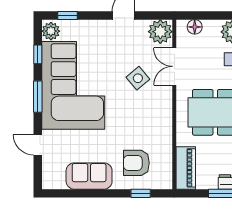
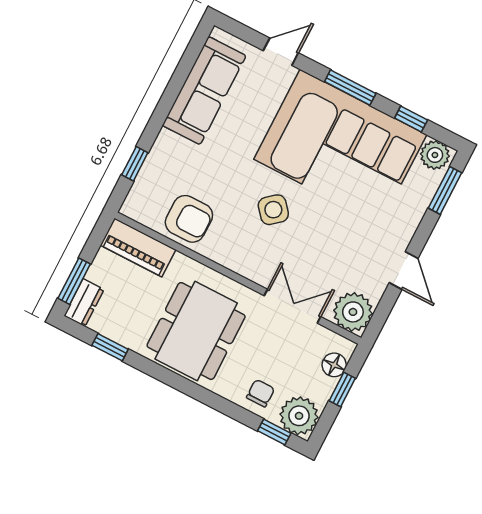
window: (67, 15) -> (445, 190), width x1.50
window: (206, 15) -> (342, 390), added
side table: (138, 78) -> (273, 210), moved
armchair: (136, 163) -> (189, 219), moved, turned 90
sofa: (89, 176) -> (204, 91), width x1.36

